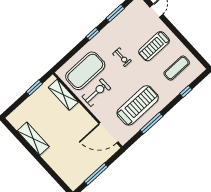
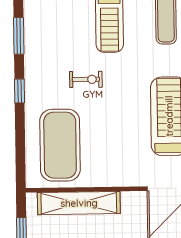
exercise bike: (96, 92) -> (102, 156), removed
shelving: (63, 95) -> (79, 203), width x1.47

